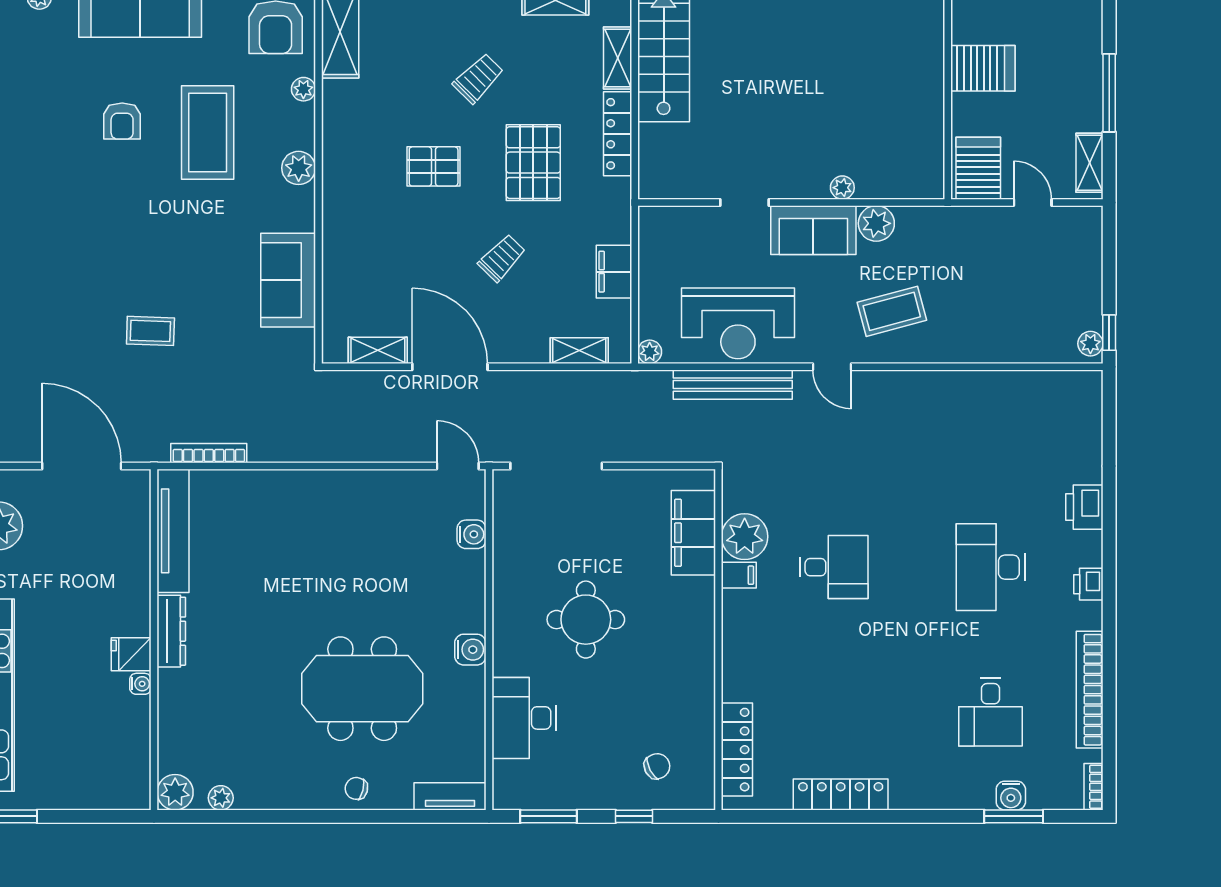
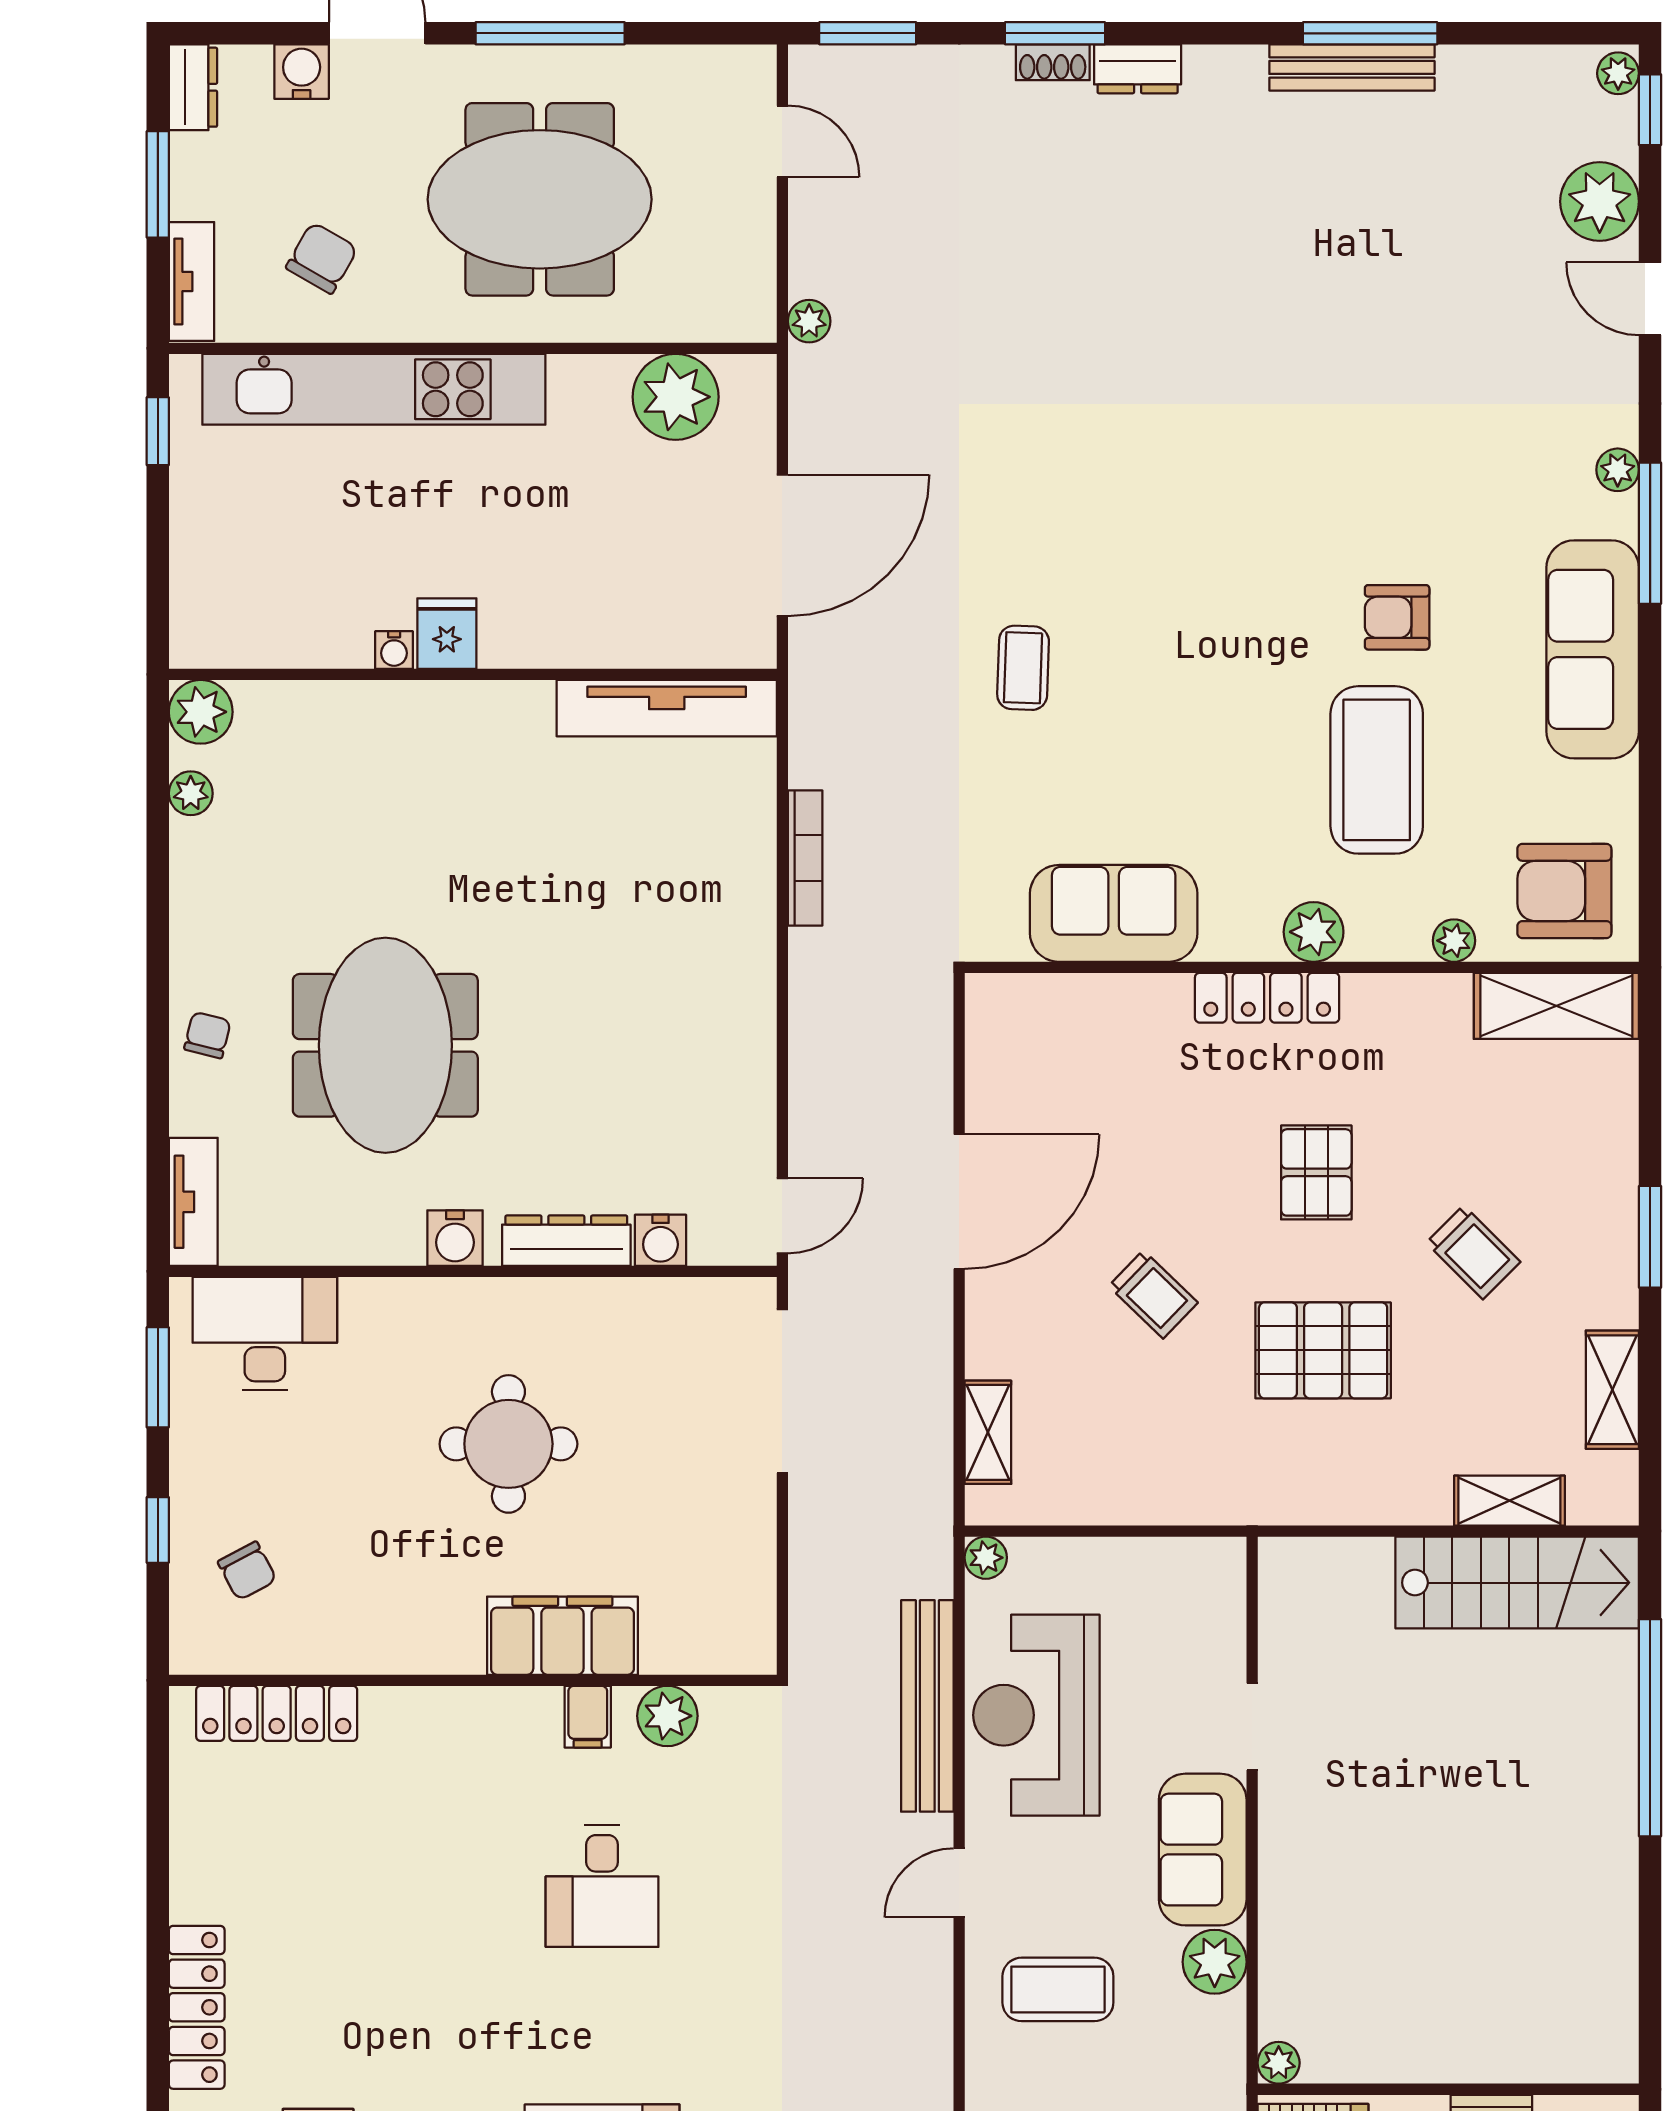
coffee table: (208, 133) -> (1377, 770), turned 90
locker: (618, 134) -> (1267, 998), moved, turned 180
plant: (842, 188) -> (1279, 2063), moved
filing cabinet: (614, 272) -> (1129, 1494), removed
coffee table: (892, 311) -> (1058, 1989), turned -75
shelving: (378, 350) -> (988, 1073), removed
bookcase: (209, 453) -> (805, 858), moved
filing cabinet: (693, 533) -> (562, 1636), moved
plant: (745, 537) -> (667, 1716), width x0.73, depth x0.73
dresser: (171, 631) -> (566, 1241), moved, turned 180
desk: (524, 718) -> (265, 1334), moved
locker: (841, 795) -> (197, 2007), moved

